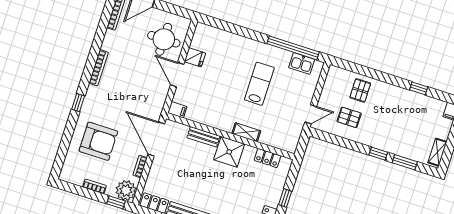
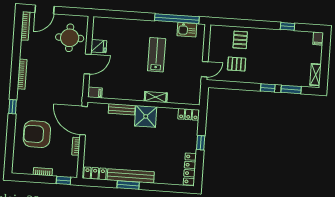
door: (177, 75) -> (88, 64), swing flipped
armchair: (98, 141) -> (37, 134), turned 180
locker: (267, 158) -> (188, 114), moved
plant: (126, 190) -> (69, 169), removed

